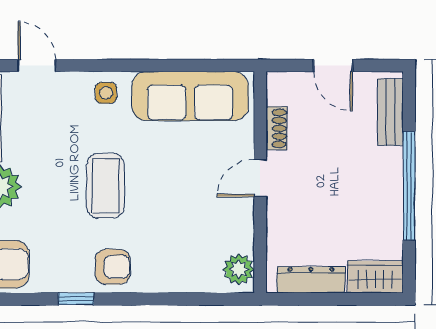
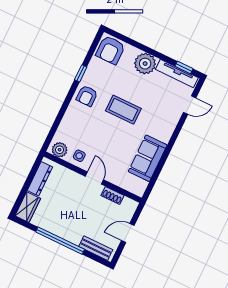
side table: (106, 93) -> (79, 156), moved
sofa: (190, 96) -> (148, 158), width x0.73

